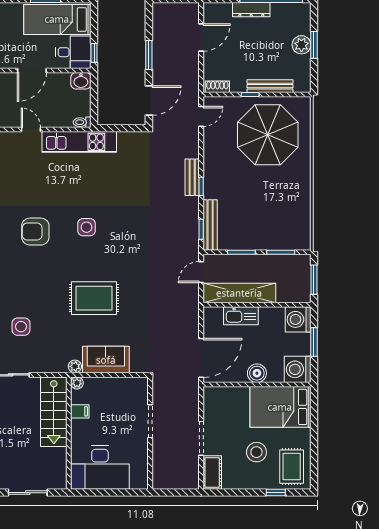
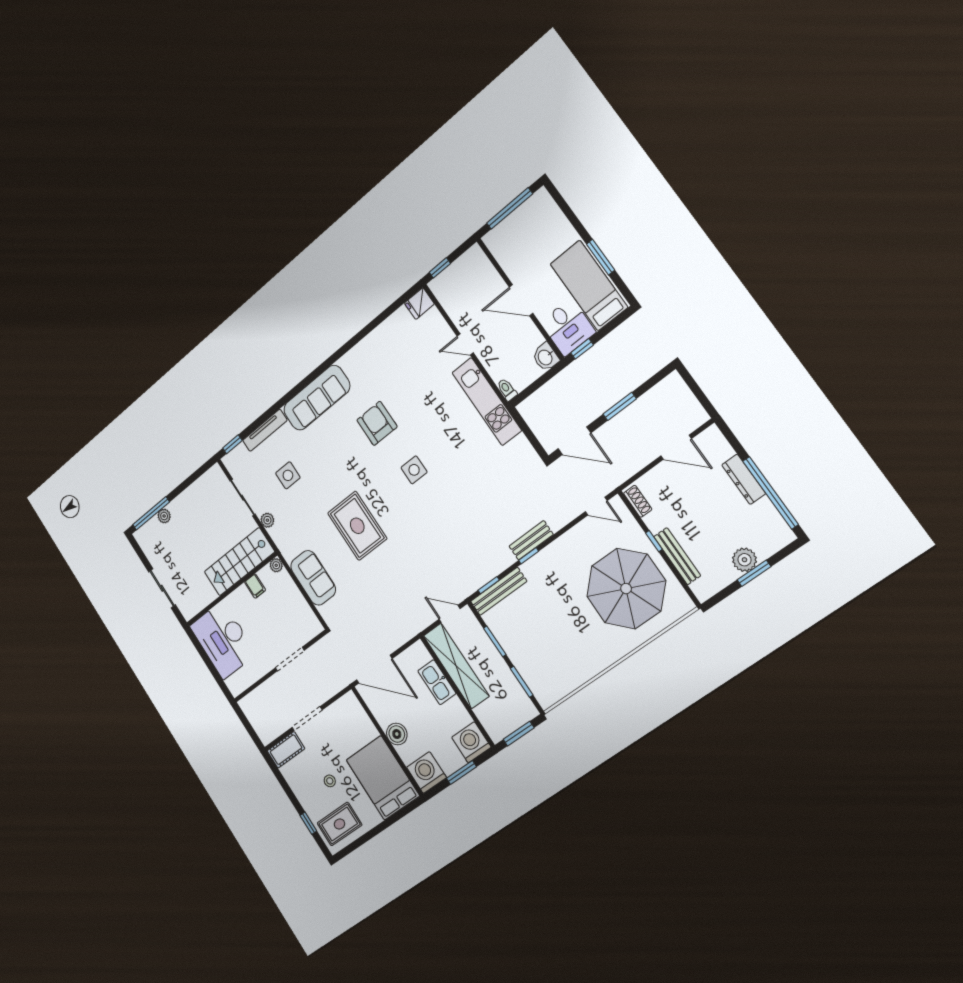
door: (31, 129) -> (465, 344), swing flipped
plant: (75, 366) -> (267, 520), moved
stool: (256, 452) -> (330, 781), width x0.53, depth x0.53

